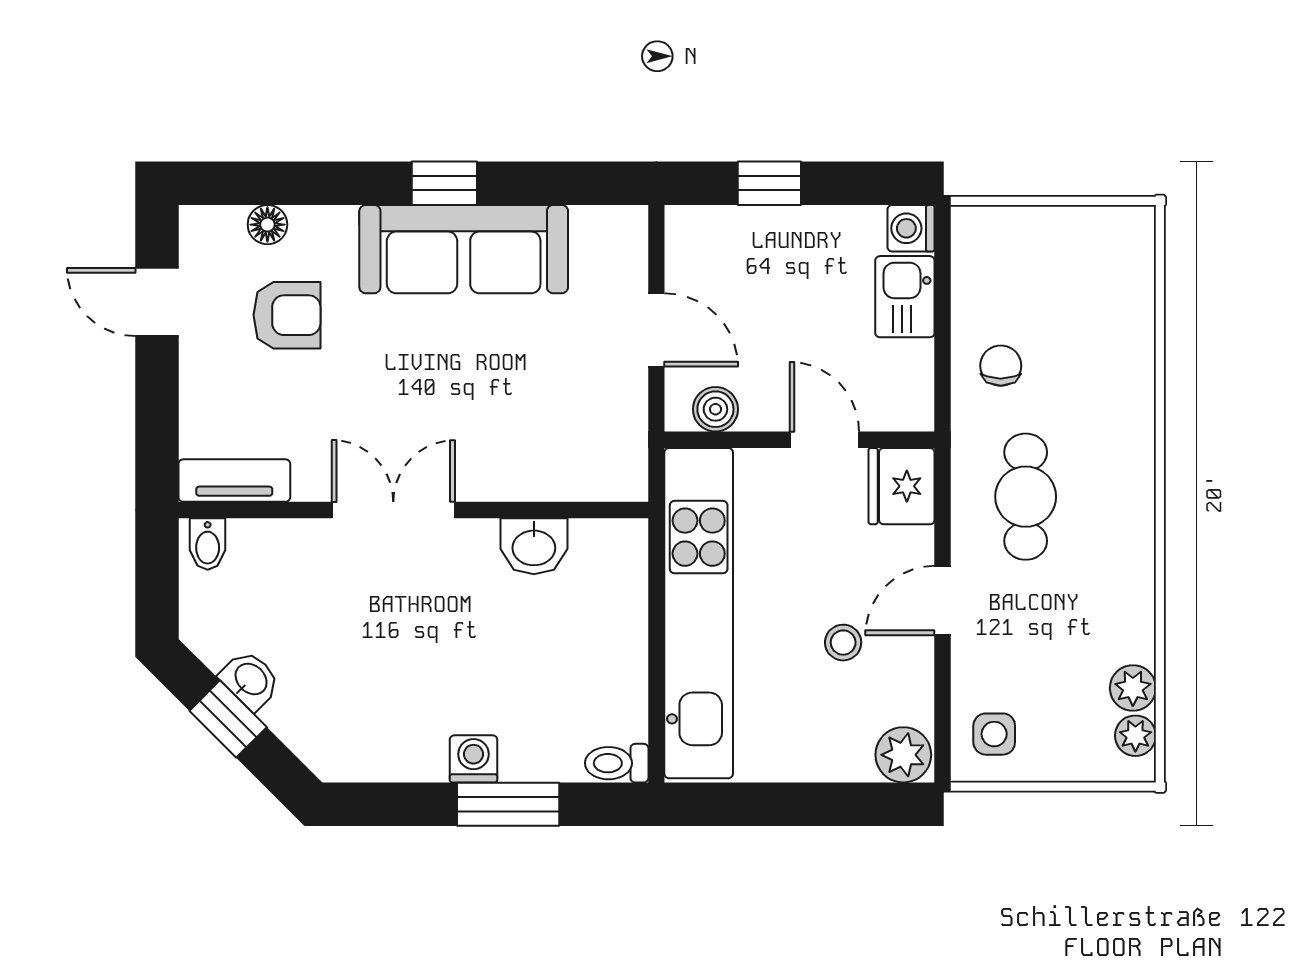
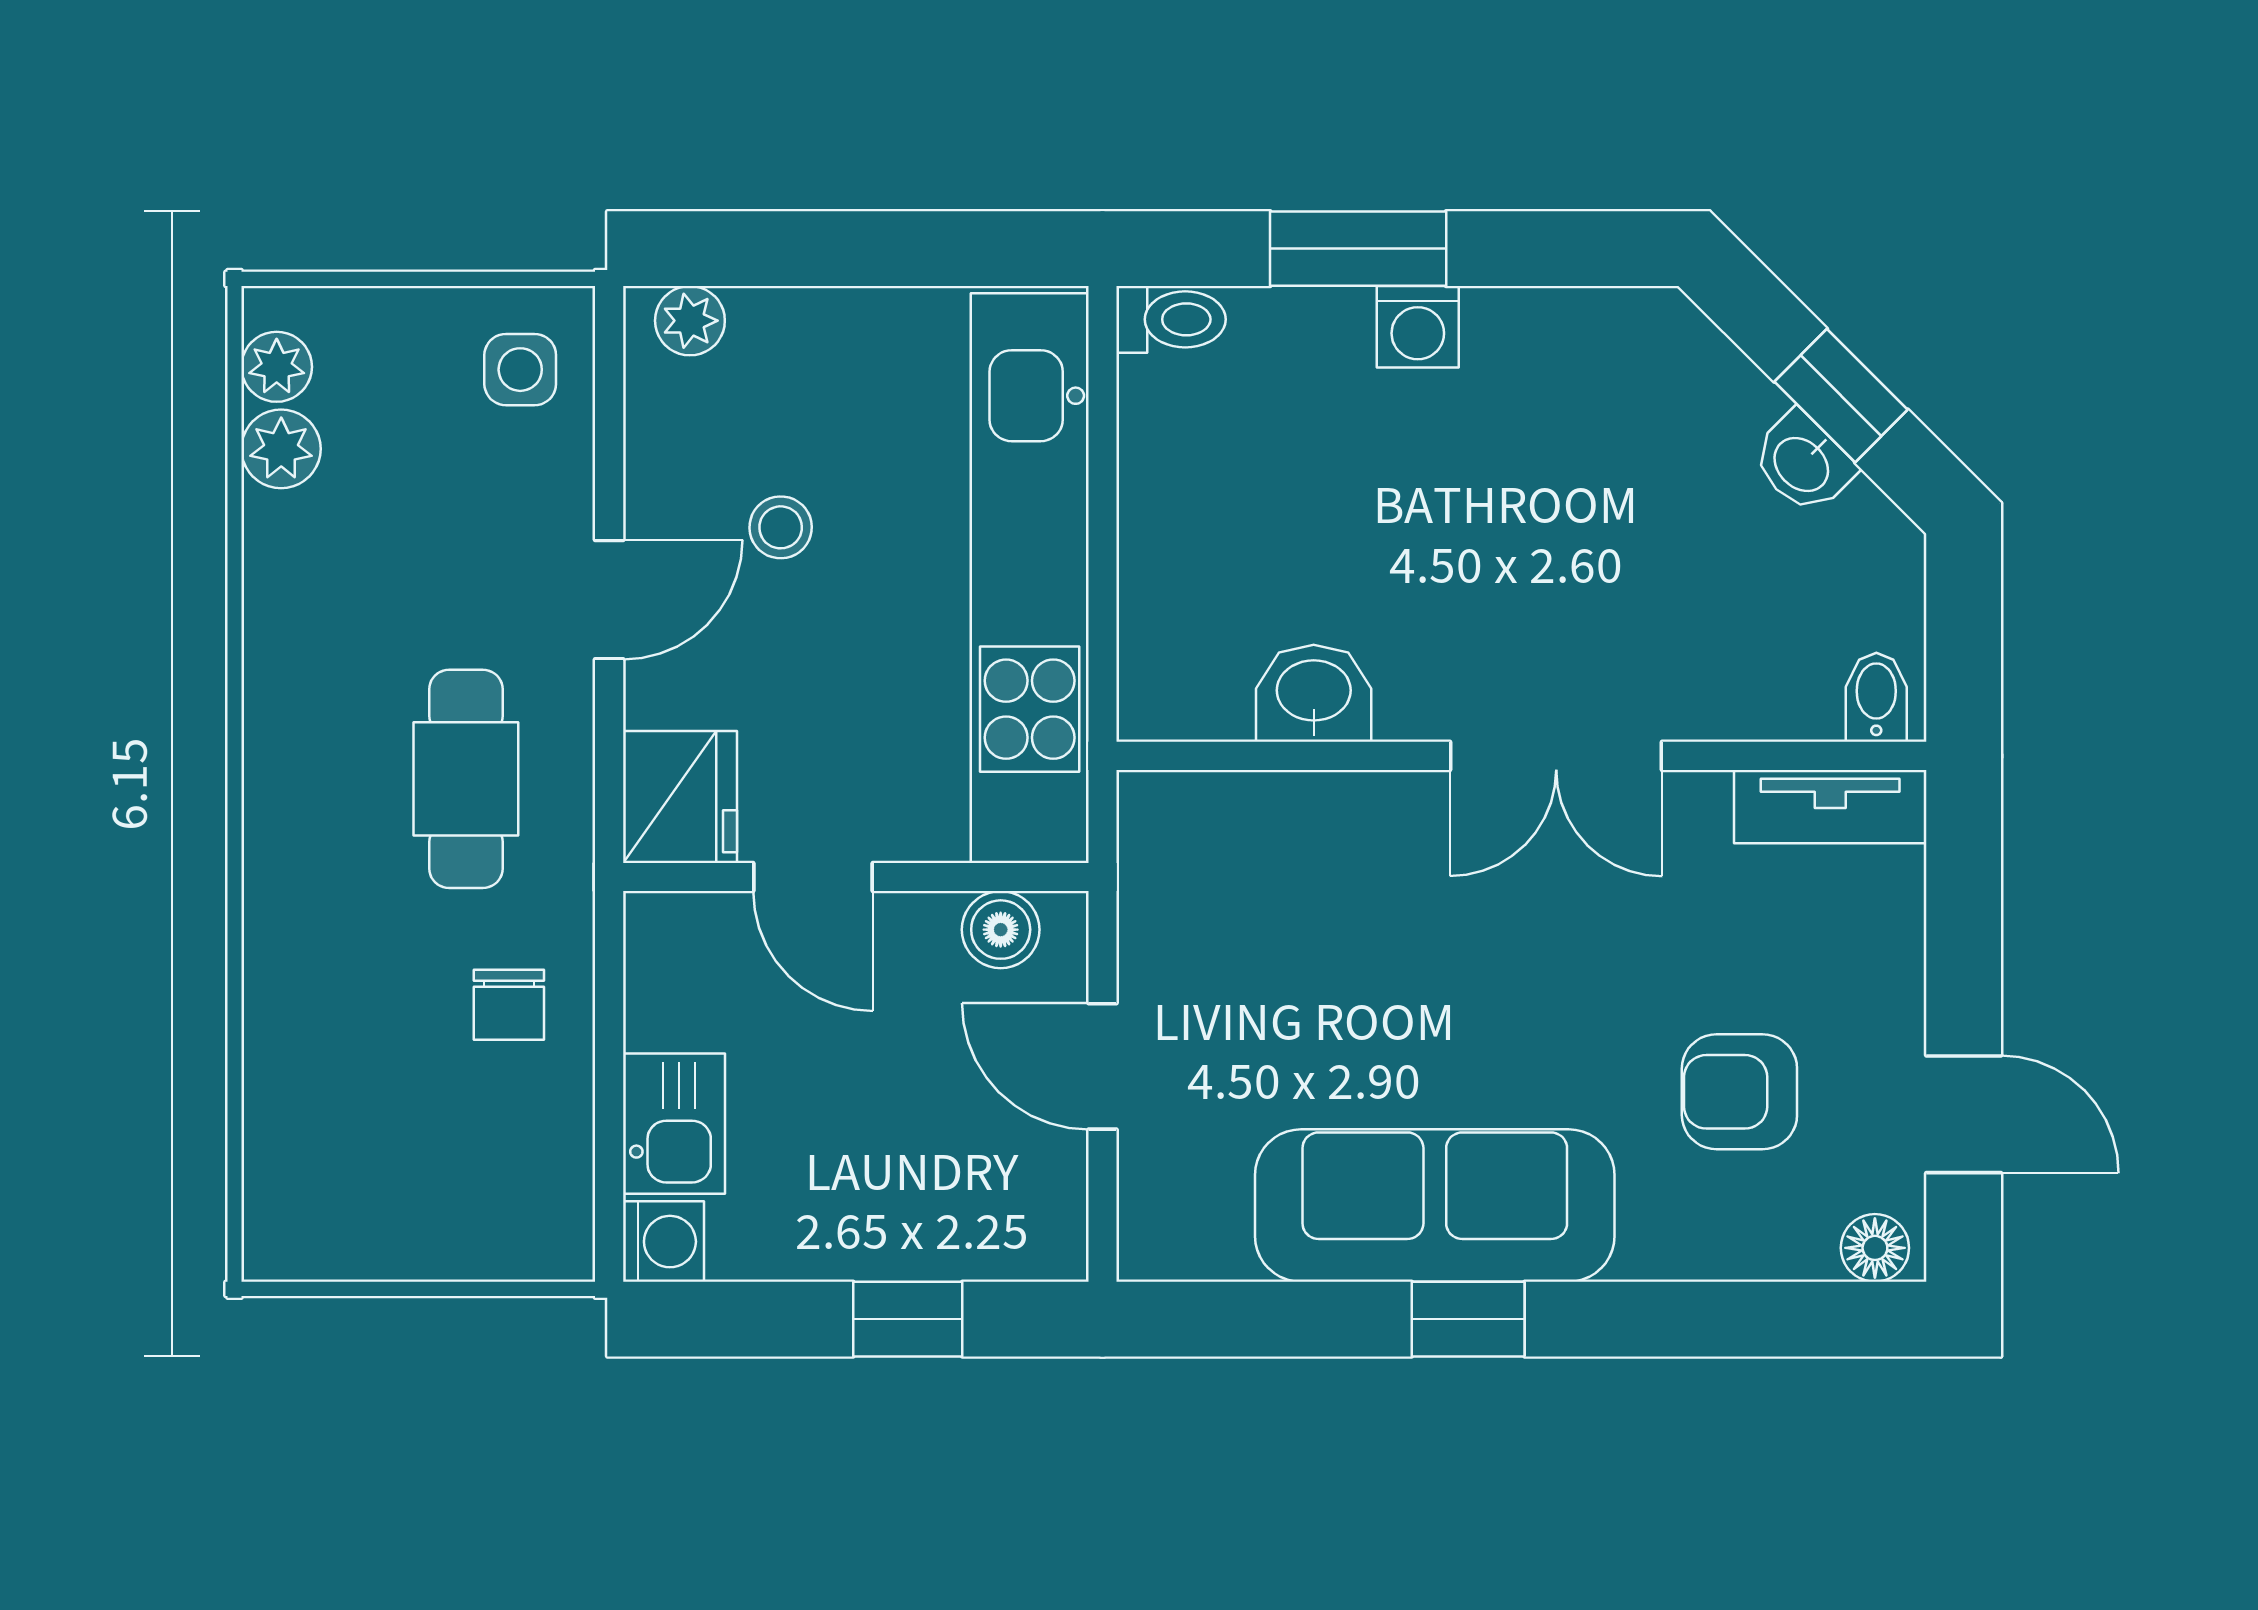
floor lamp: (267, 225) -> (1875, 1248), moved
plant: (903, 755) -> (690, 321), width x0.73, depth x0.73

